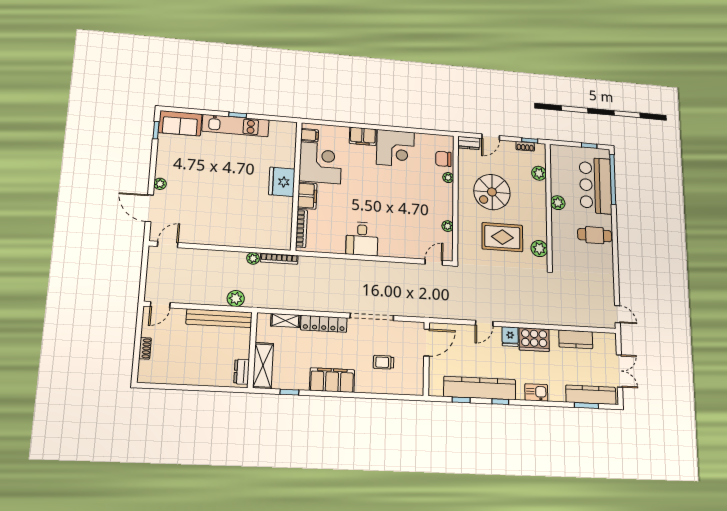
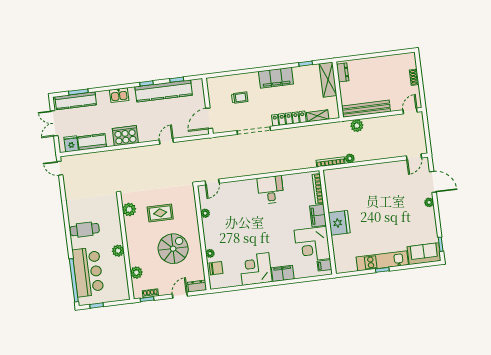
rug: (502, 237) -> (160, 213), width x0.73, depth x0.70
fridge: (510, 337) -> (71, 144), moved

